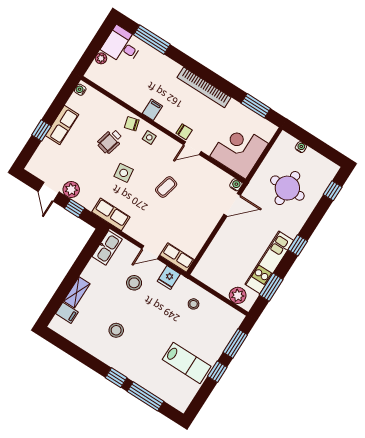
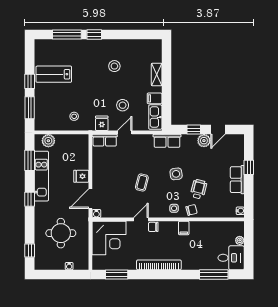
door: (49, 192) -> (218, 130), swing flipped
fridge: (227, 235) -> (81, 176), added
filing cabinet: (67, 313) -> (155, 98), moved

